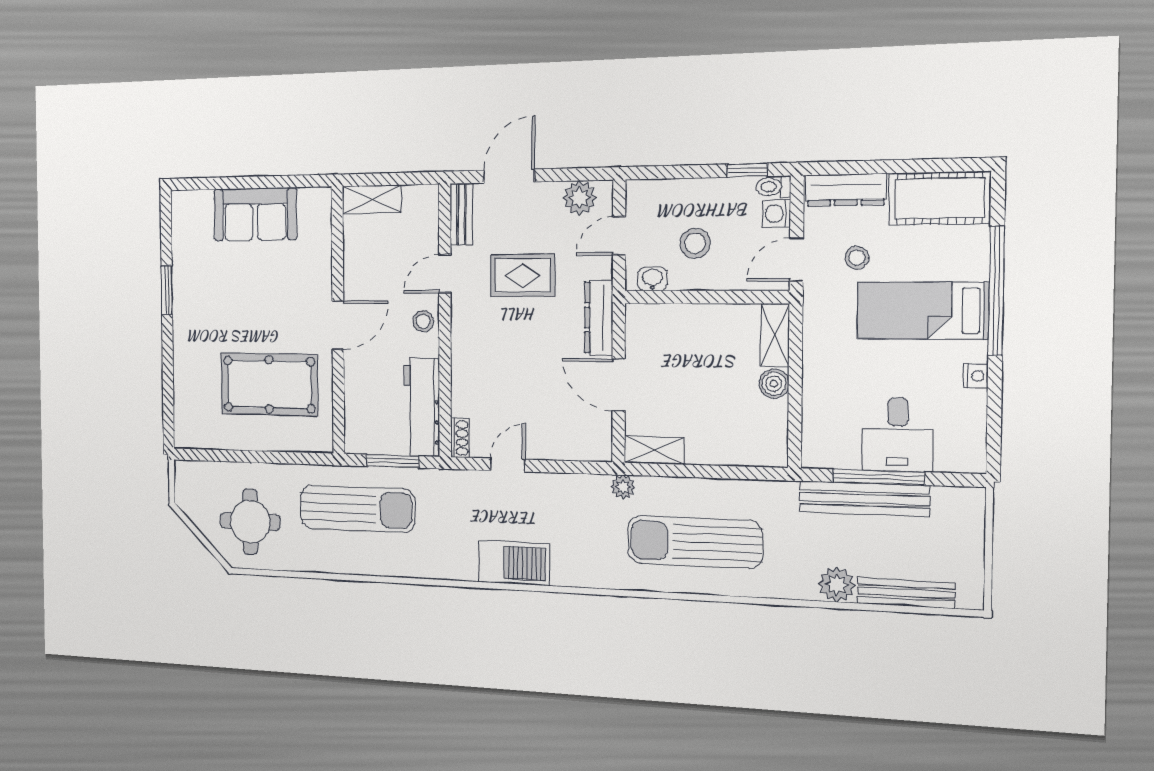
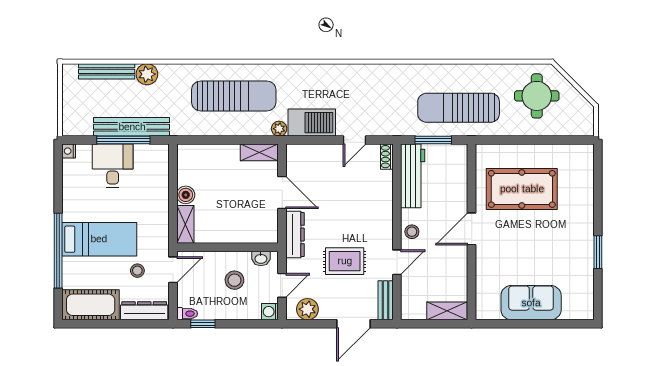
washing machine: (777, 214) -> (270, 312), moved, turned 180
nightstand: (976, 376) -> (69, 151), moved
barbecue: (514, 563) -> (312, 123), moved, turned 180

